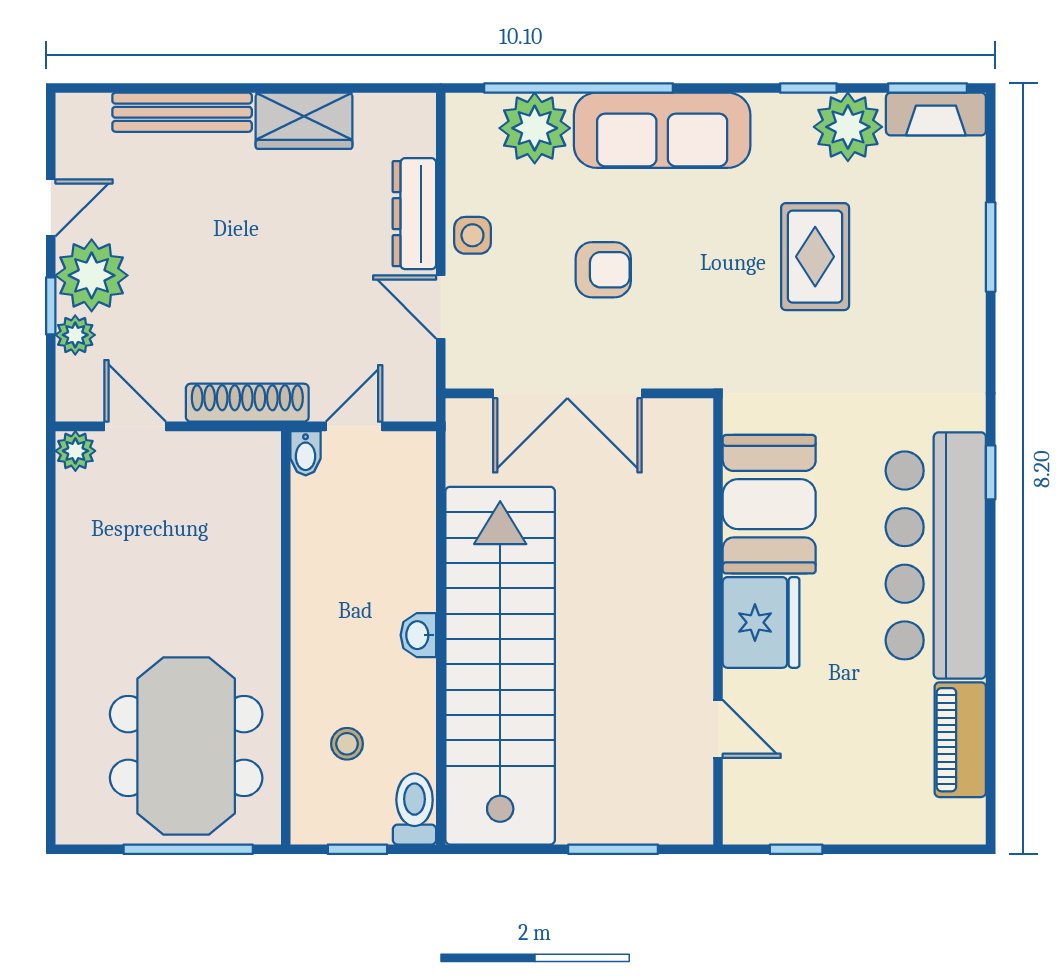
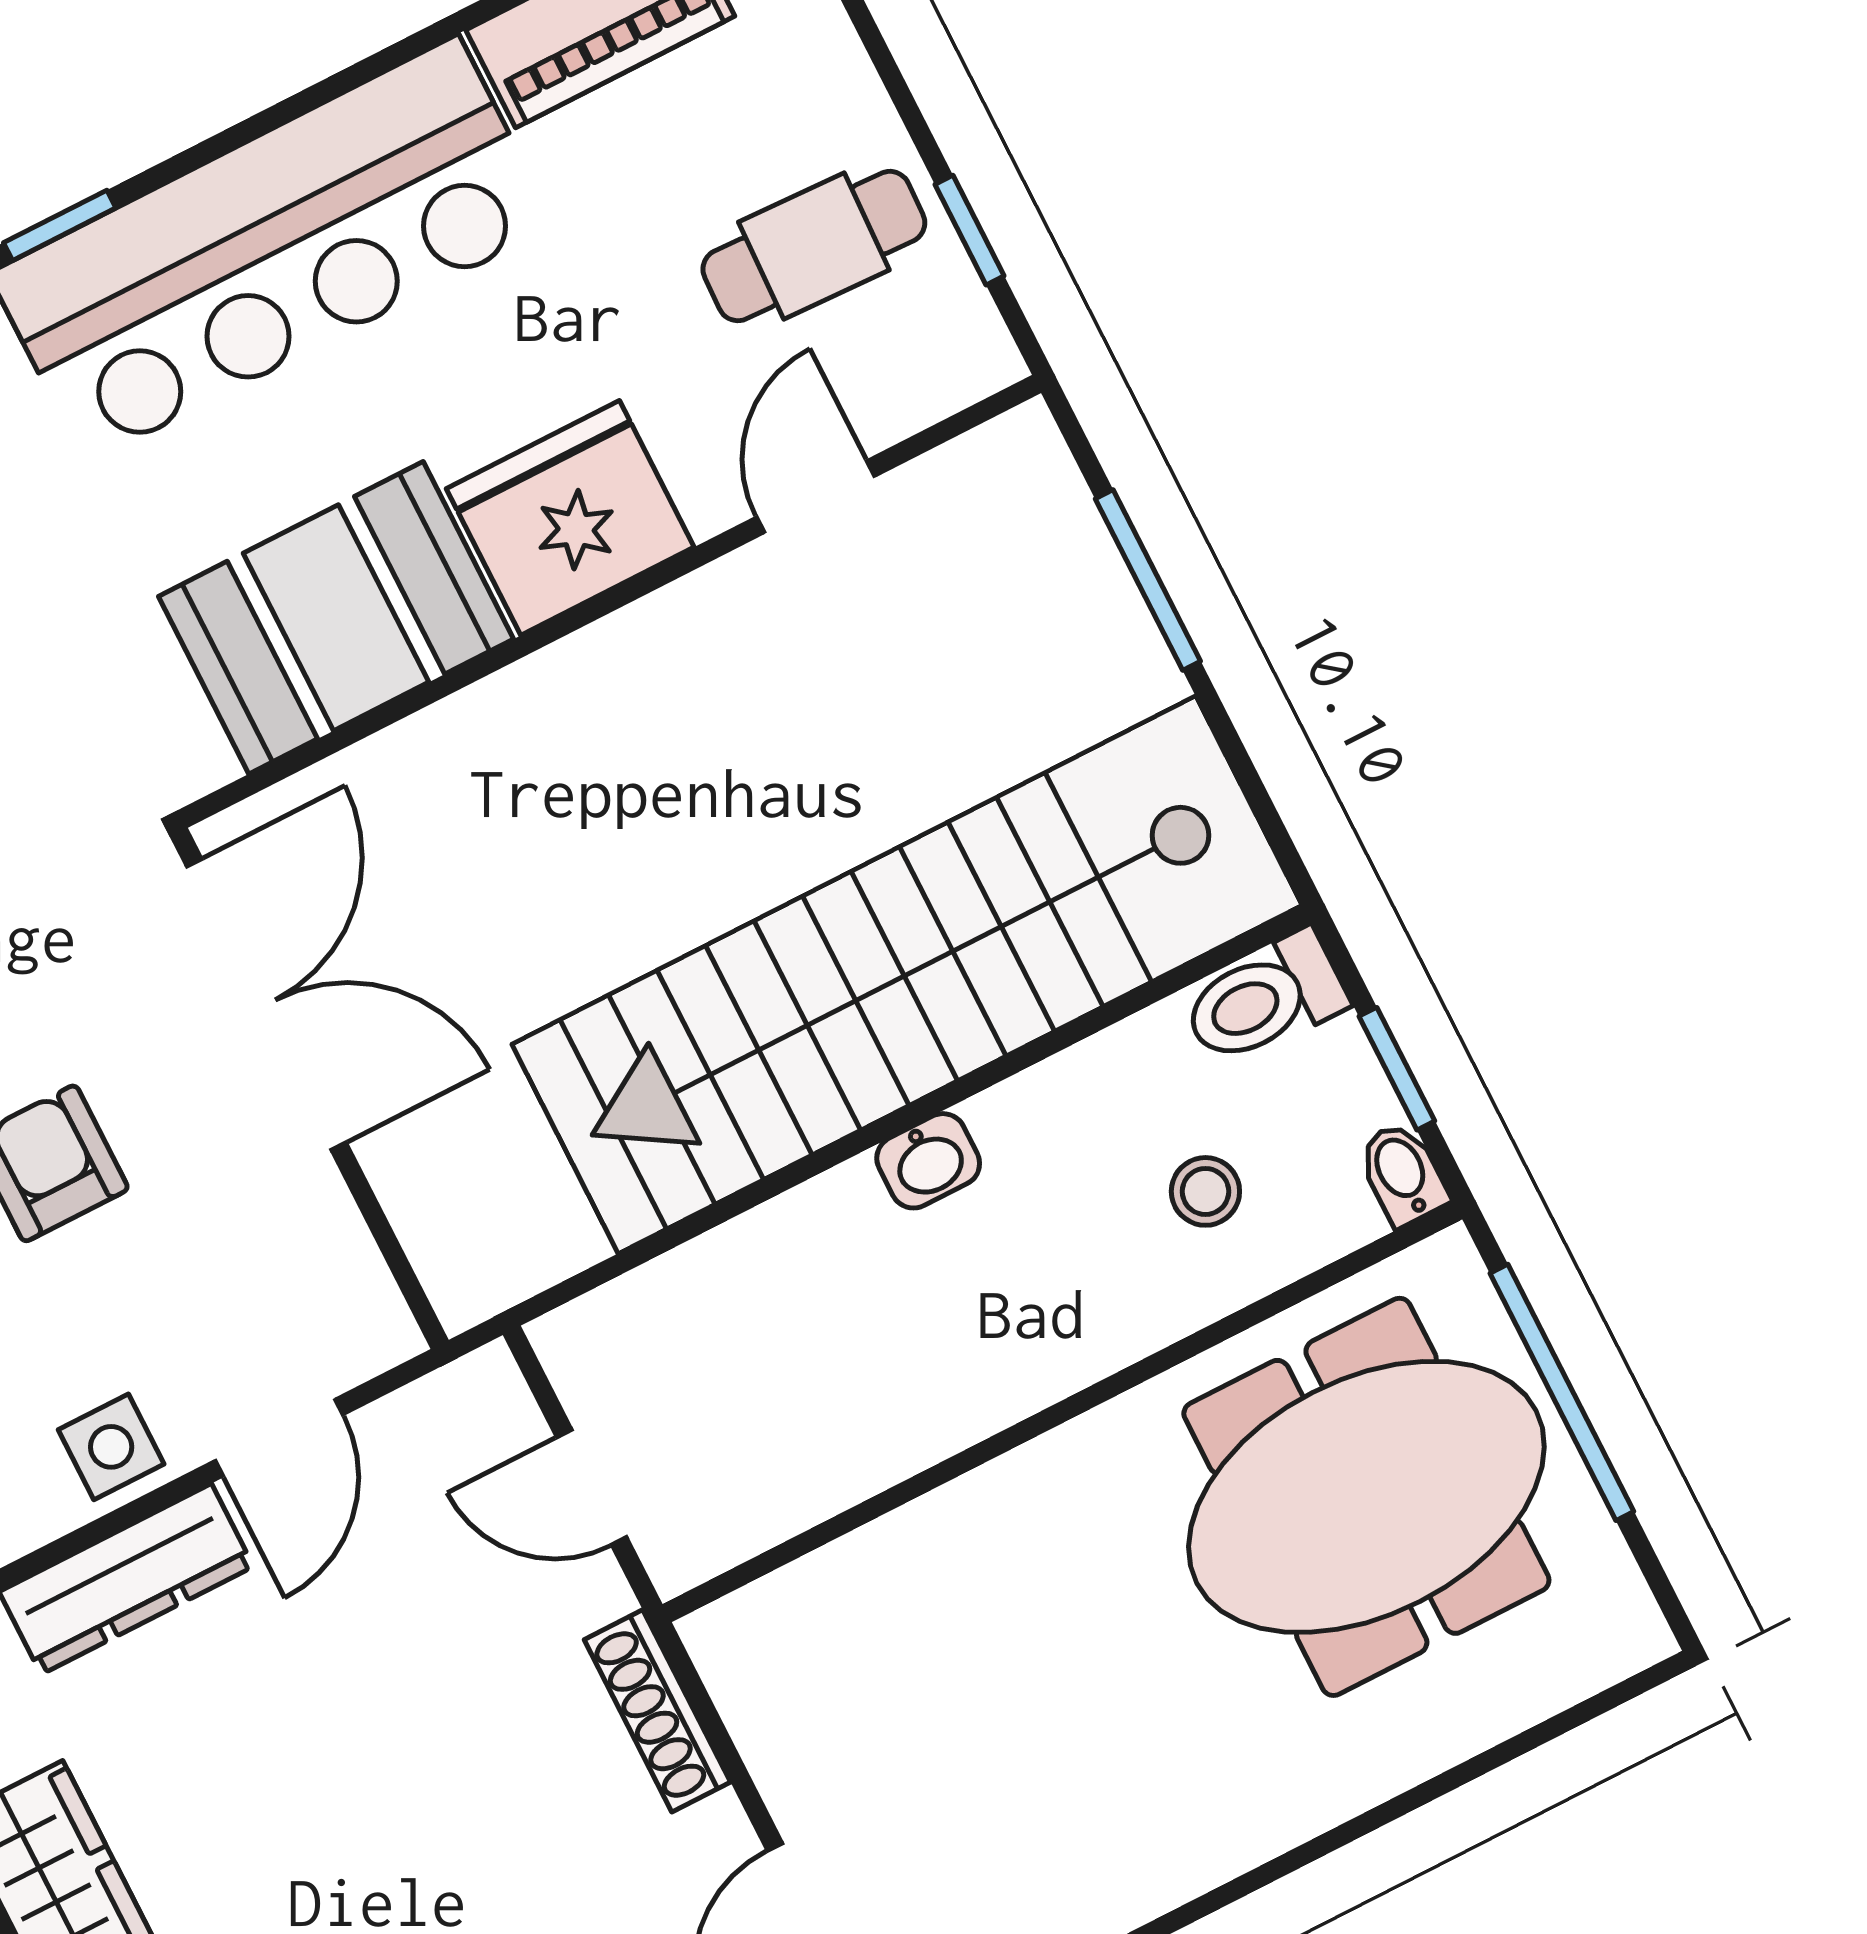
double door: (567, 393) -> (266, 1004), moved
shoe rack: (247, 403) -> (657, 1711), width x0.74, depth x0.81
bidet: (306, 453) -> (1403, 1174), moved, turned -90
cafe table: (822, 781) -> (814, 246), added

